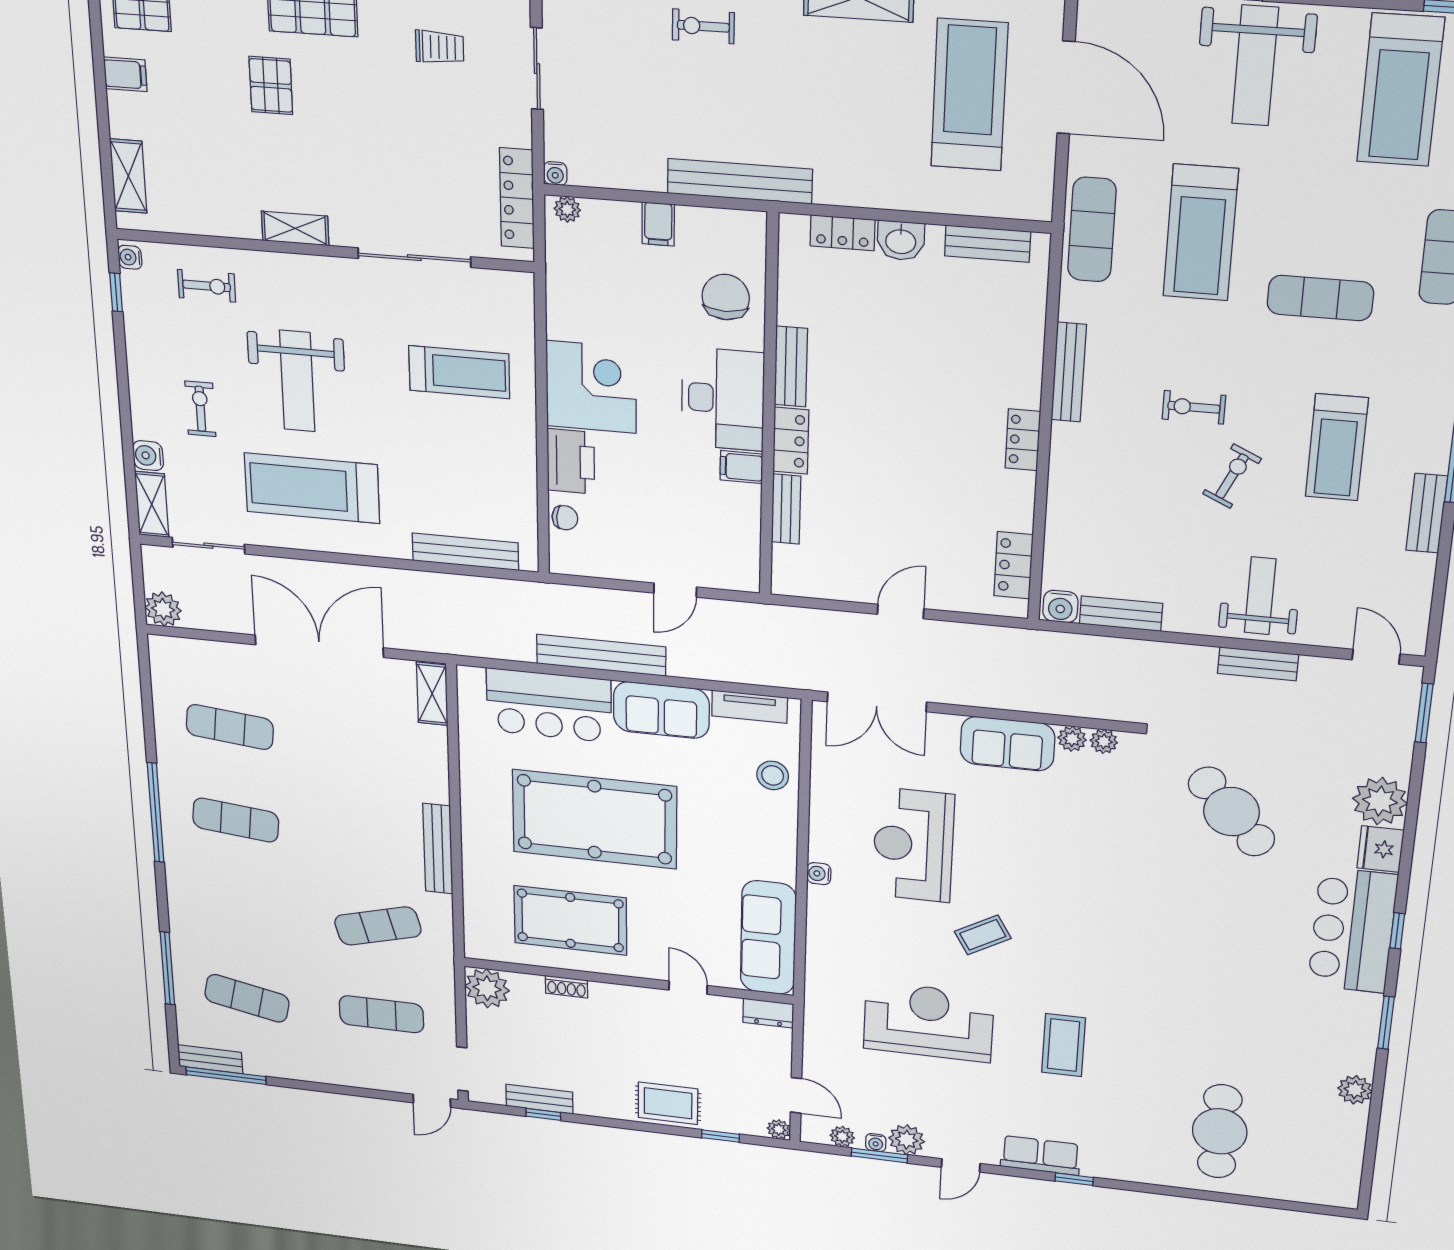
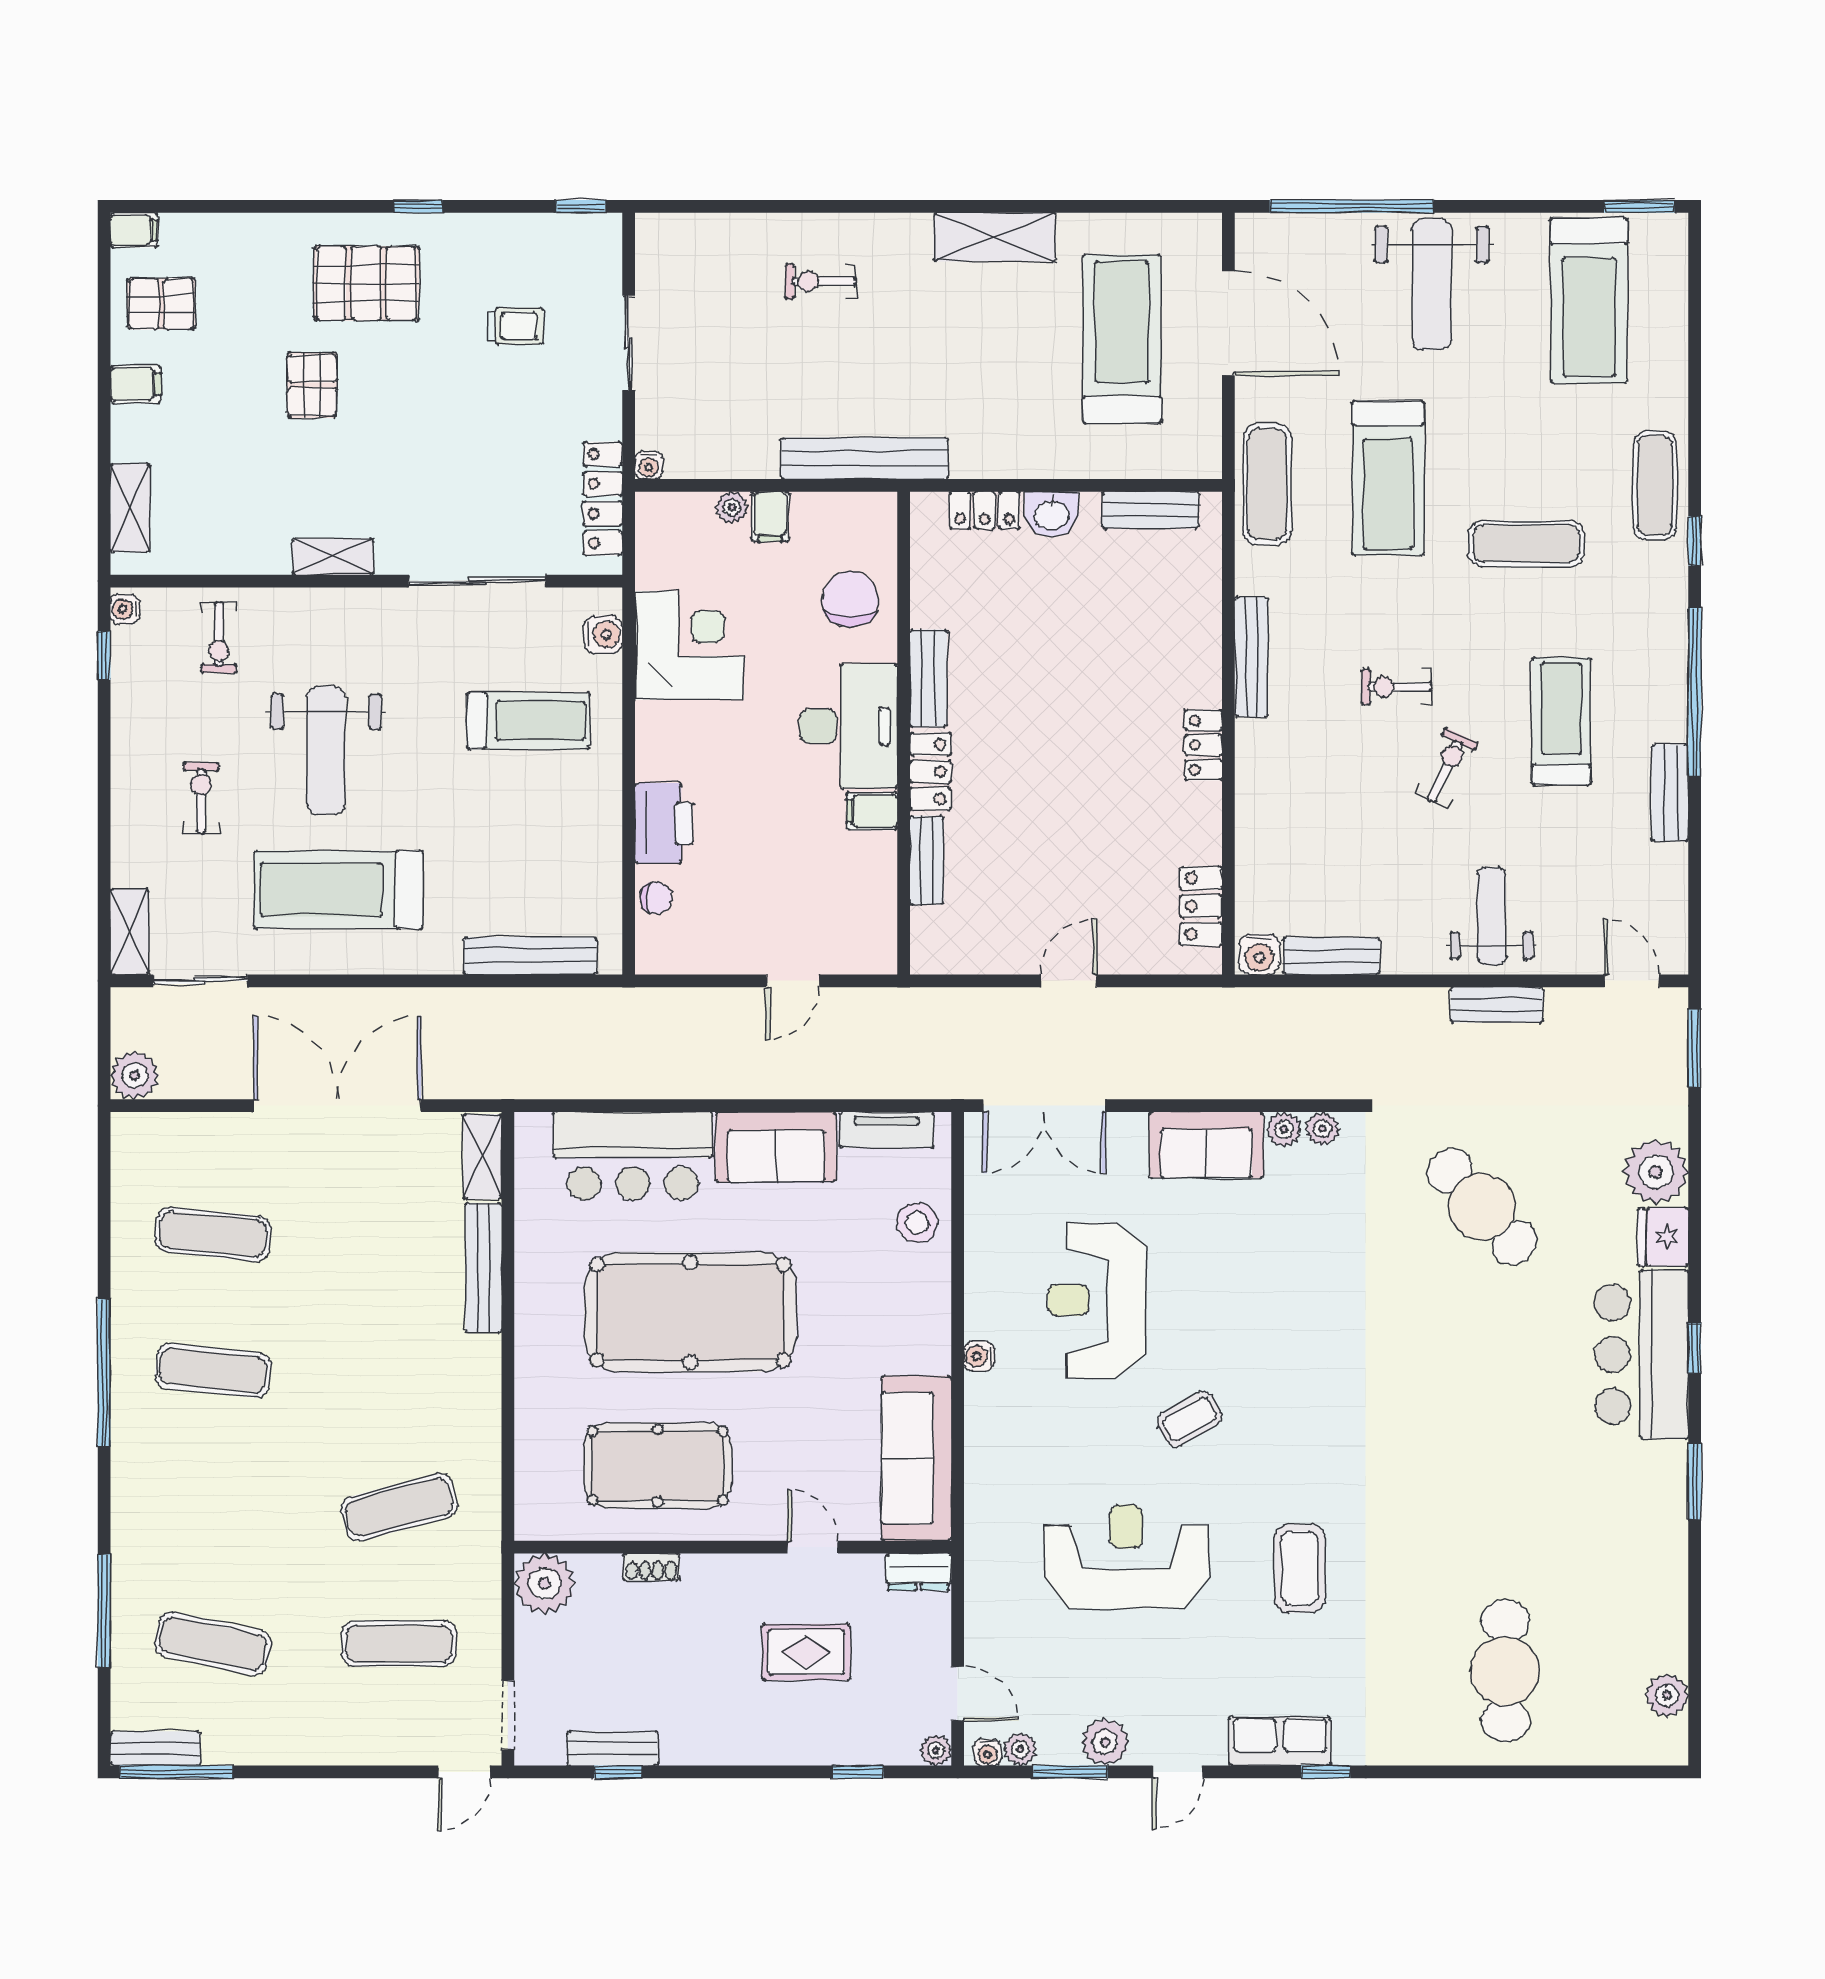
plant: (567, 209) -> (732, 507), moved
exercise bike: (207, 286) -> (219, 638), turned 90
corner desk: (591, 387) -> (689, 645), moved
treadmill: (1337, 447) -> (1561, 721), turned 180
water cooler: (148, 456) -> (603, 634), moved, turned 180
bench: (601, 655) -> (700, 1079), removed
bench: (438, 849) -> (484, 1268), moved
plant: (1355, 1090) -> (1667, 1695), moved
rug: (668, 1103) -> (806, 1652), moved
water cooler: (876, 1143) -> (987, 1752), moved

